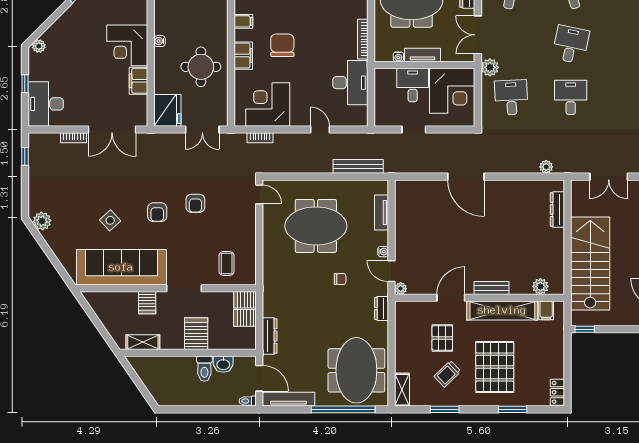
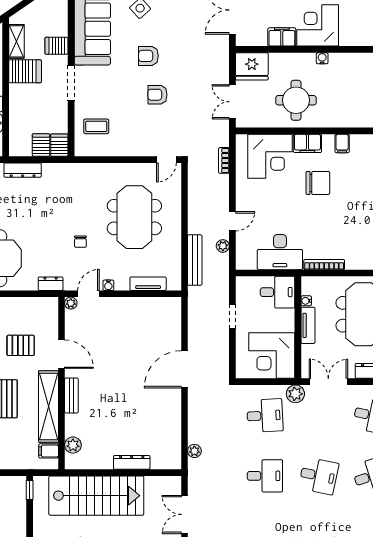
desk: (413, 85) -> (278, 292), moved
corner desk: (268, 105) -> (270, 156), moved, turned 90
plant: (344, 139) -> (223, 246), added
dresser: (557, 209) -> (132, 462), moved
server rack: (196, 334) -> (25, 71), moved

